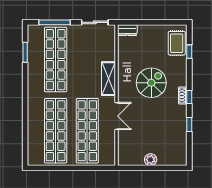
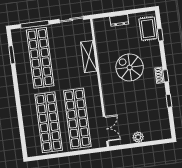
dresser: (127, 30) -> (119, 20), moved
shelving: (108, 79) -> (89, 57), moved
spiral stairs: (151, 83) -> (130, 67), turned -90
double door: (116, 116) -> (106, 129), moved

